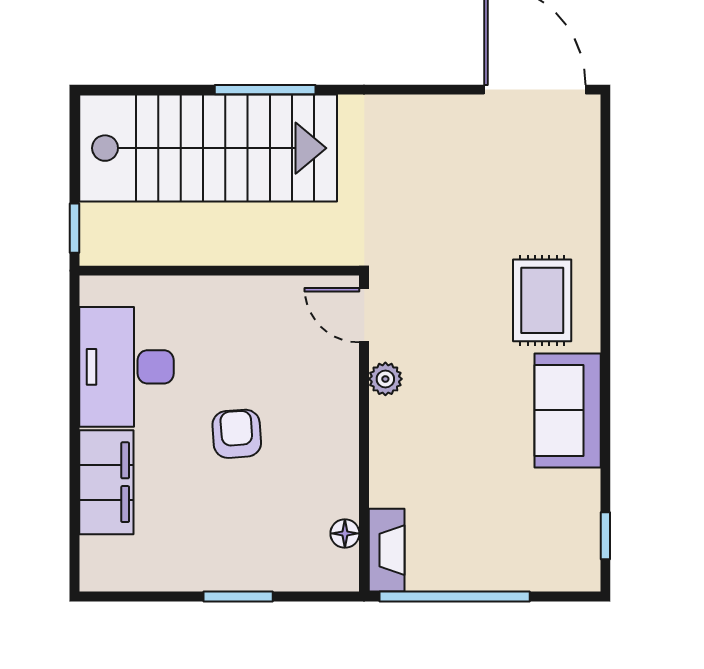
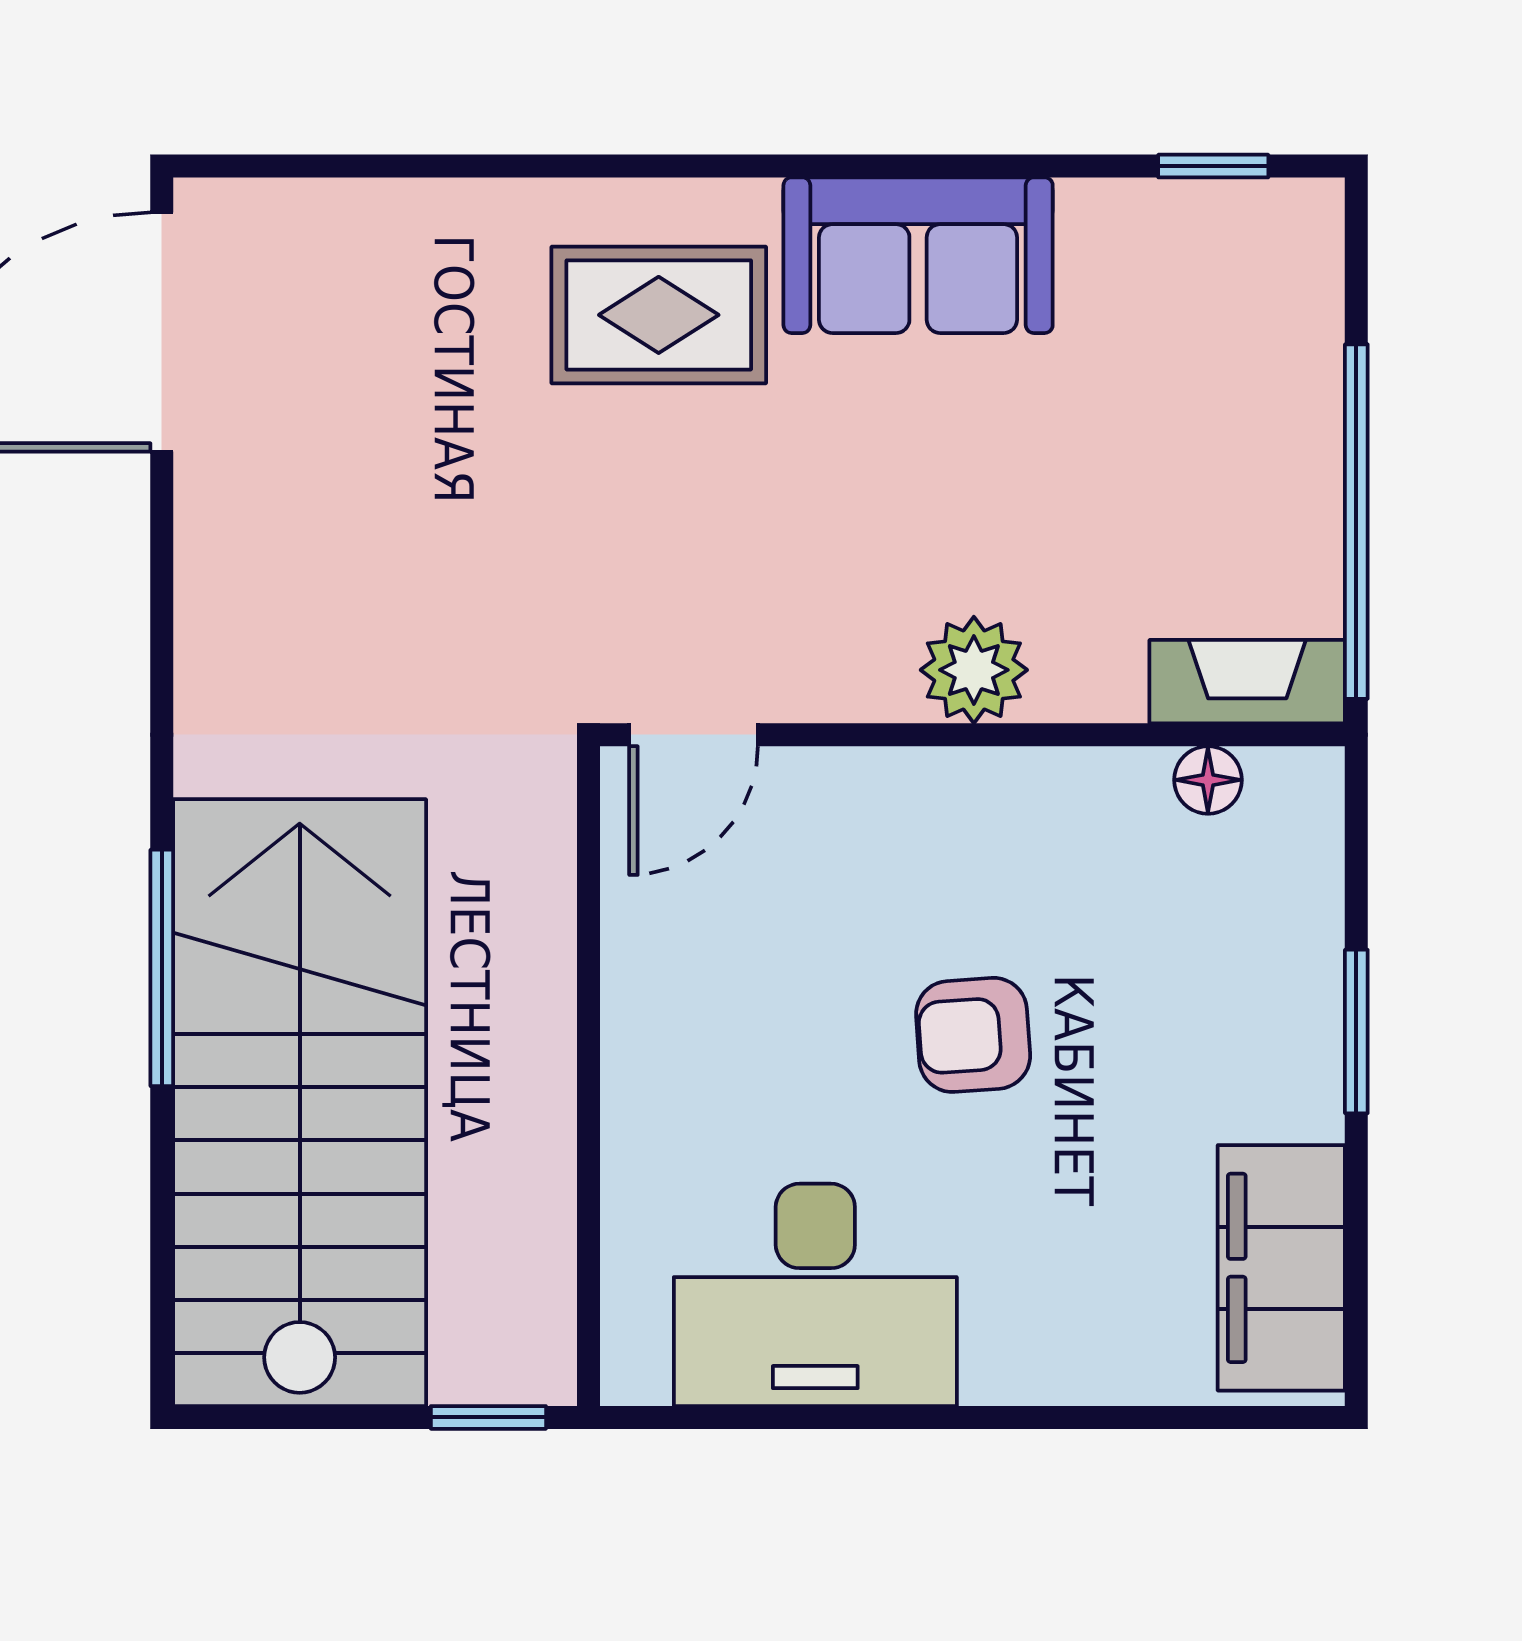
plant: (385, 379) -> (974, 670), moved, width x1.38, depth x1.38
filing cabinet: (106, 482) -> (1281, 1268), moved, turned -90

